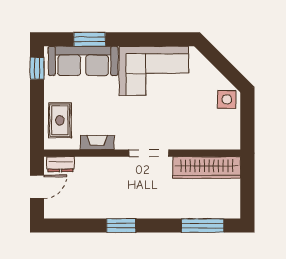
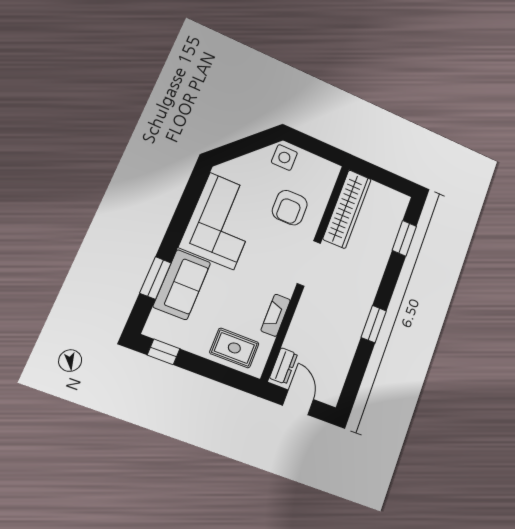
sofa: (83, 61) -> (182, 285), width x0.73
armchair: (187, 120) -> (290, 208), added
window: (203, 226) -> (404, 238), width x0.69

